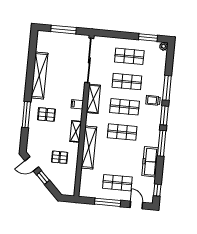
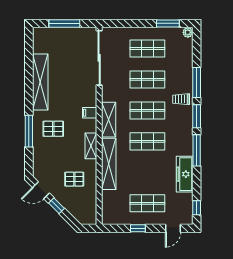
shelving: (93, 99) -> (109, 120), moved
window: (108, 202) -> (138, 228), width x0.46
door: (136, 205) -> (173, 228), swing flipped

